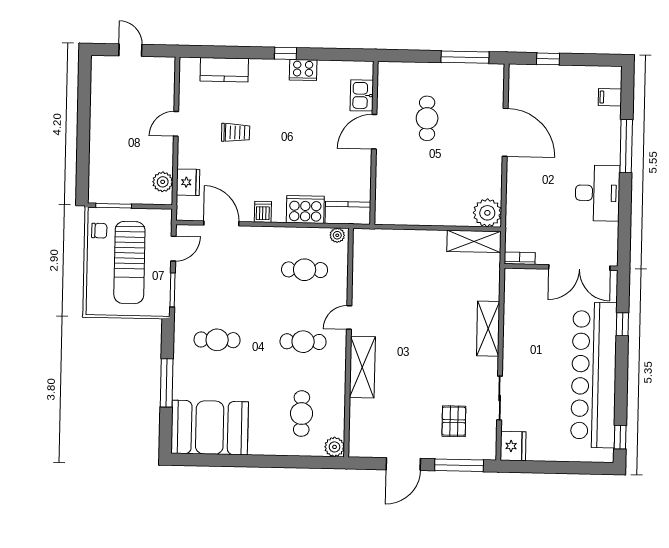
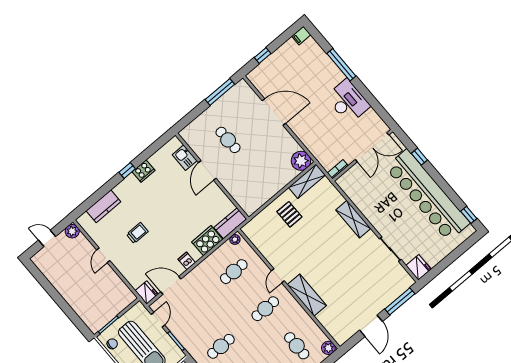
filing cabinet: (610, 97) -> (301, 36), moved
plant: (163, 182) -> (72, 231), moved
fridge: (188, 182) -> (147, 293), moved
pallet: (454, 421) -> (289, 214), moved

